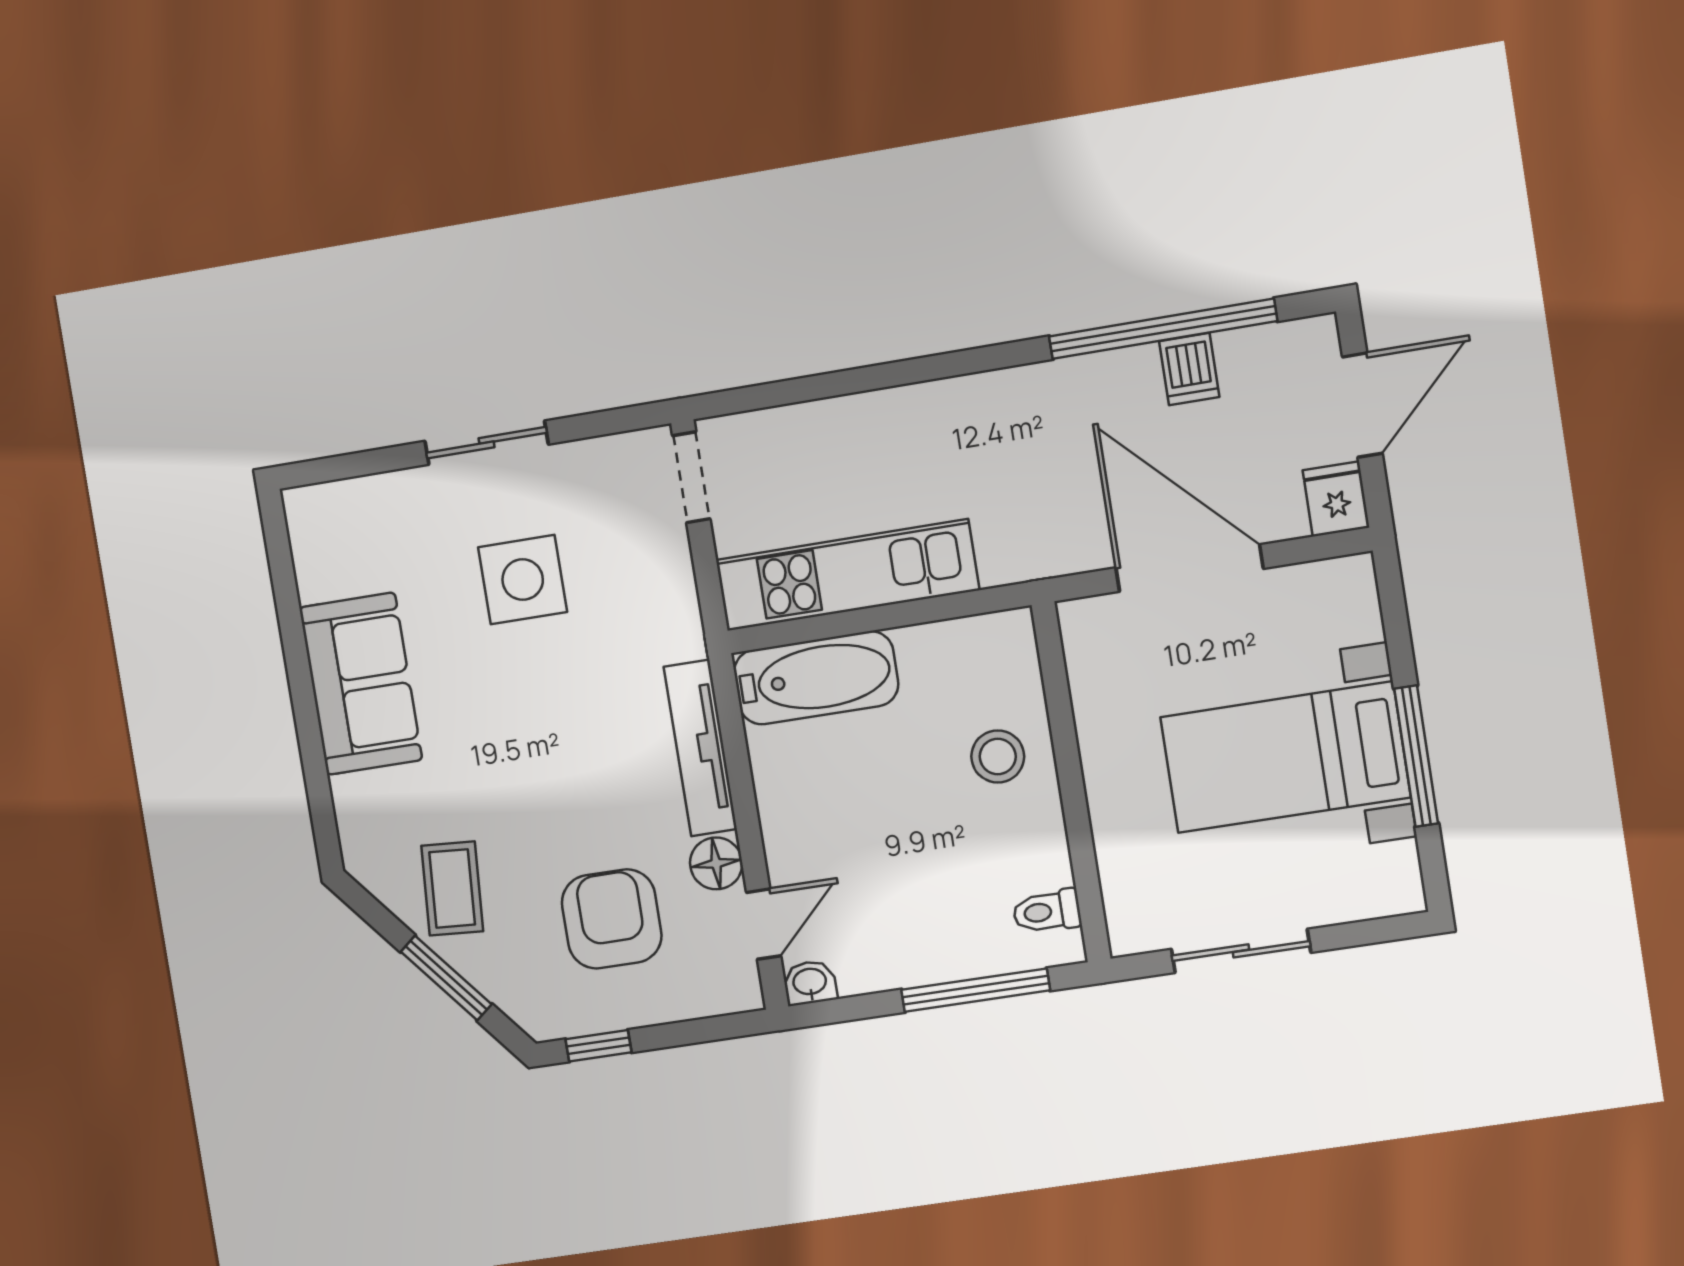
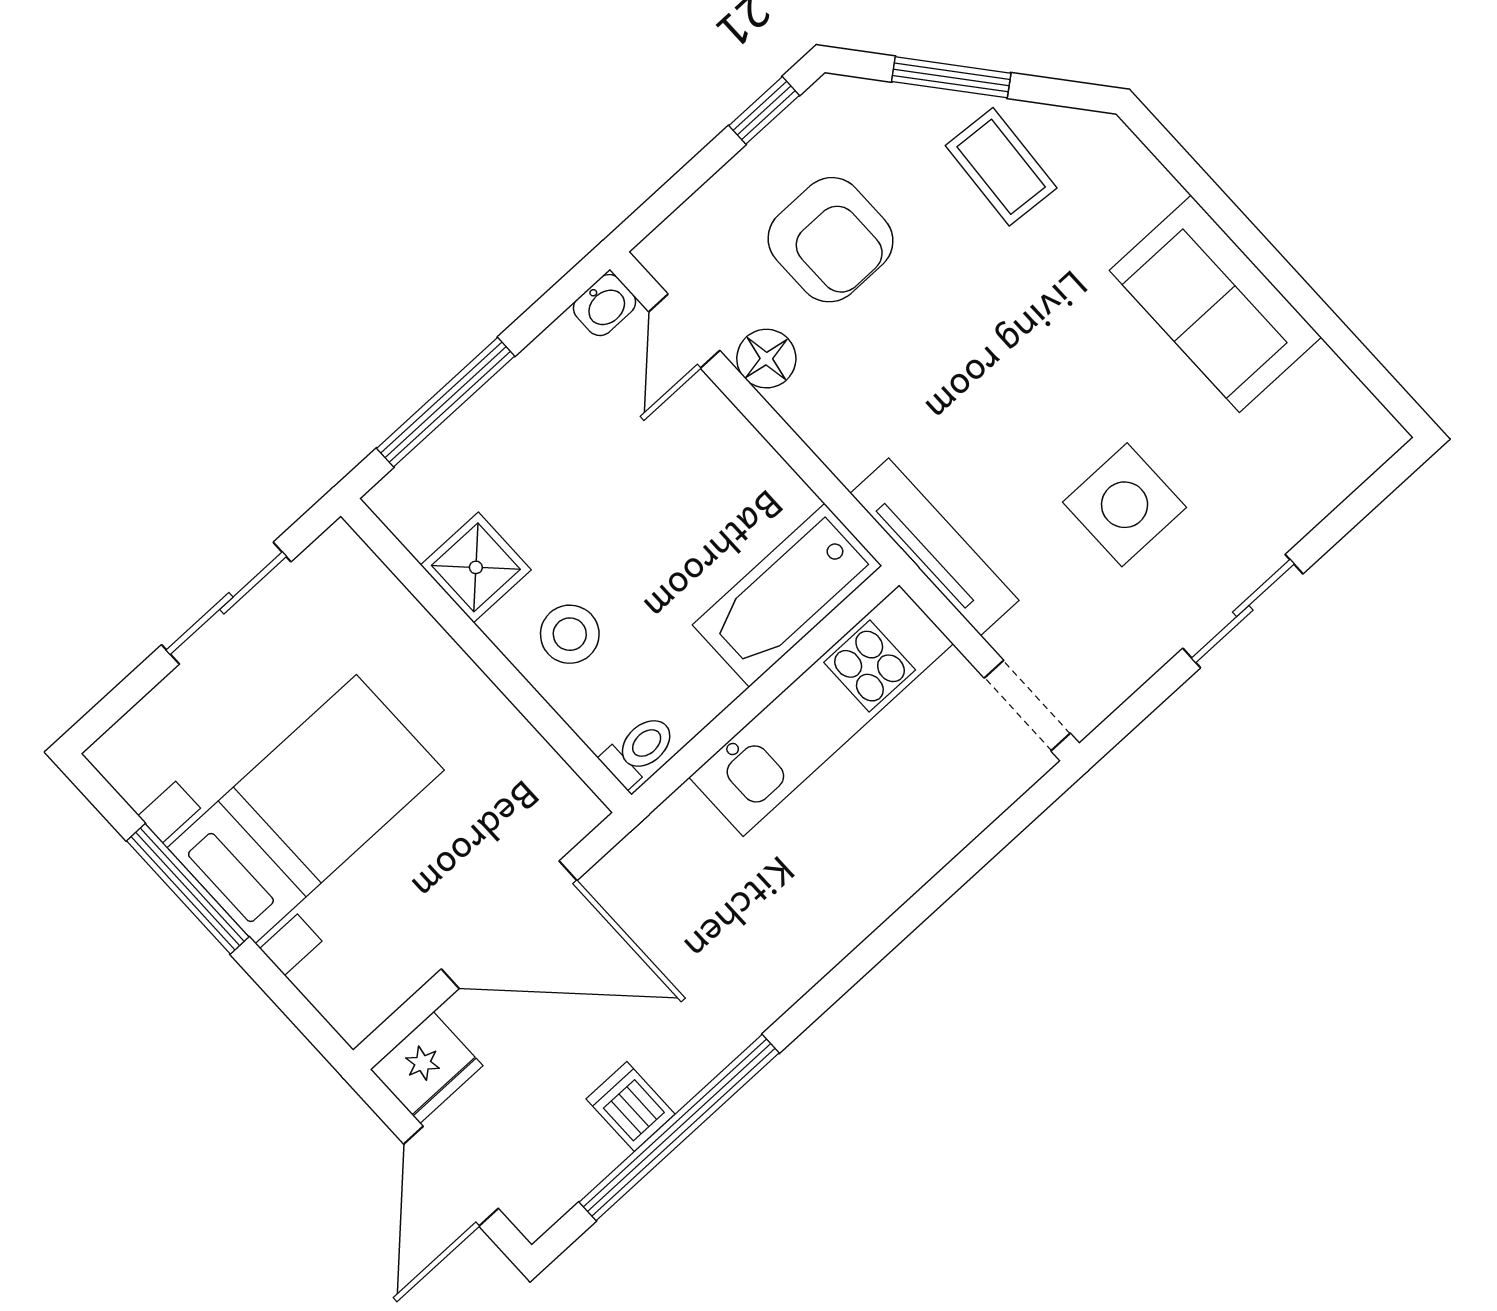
fridge: (1336, 499) -> (427, 1067), width x1.38
tv unit: (700, 748) -> (935, 547), moved
shower: (1035, 853) -> (476, 567), added
toilet: (1047, 911) -> (639, 750), moved

